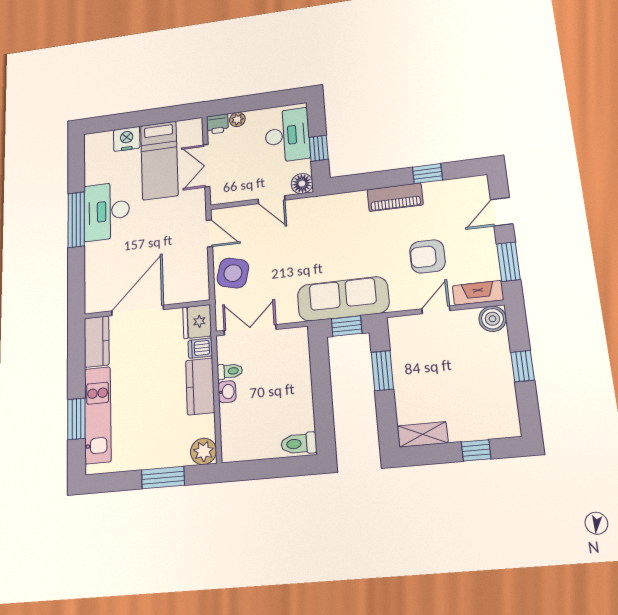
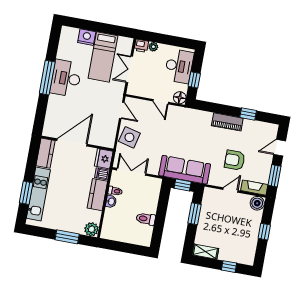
toilet: (299, 444) -> (146, 219), moved

